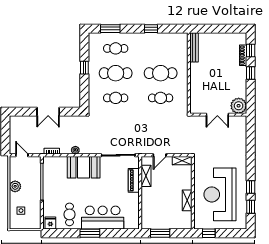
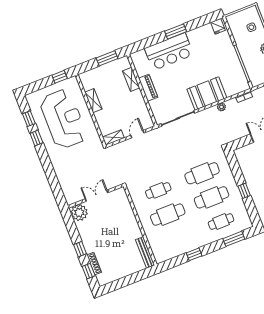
cafe table: (116, 98) -> (202, 173), width x1.37, depth x1.35
shelving: (146, 176) -> (131, 79), moved
piano: (134, 180) -> (148, 88), moved
cafe table: (69, 214) -> (203, 42), removed

